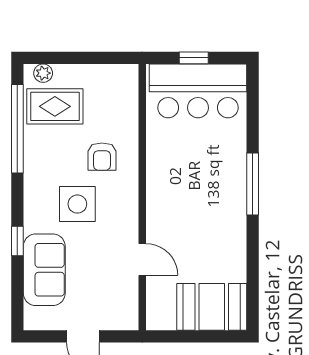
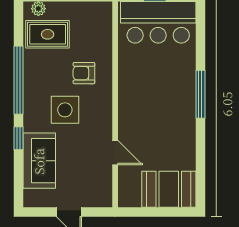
window: (17, 129) -> (19, 80), moved
armchair: (102, 157) -> (84, 73), turned 90

